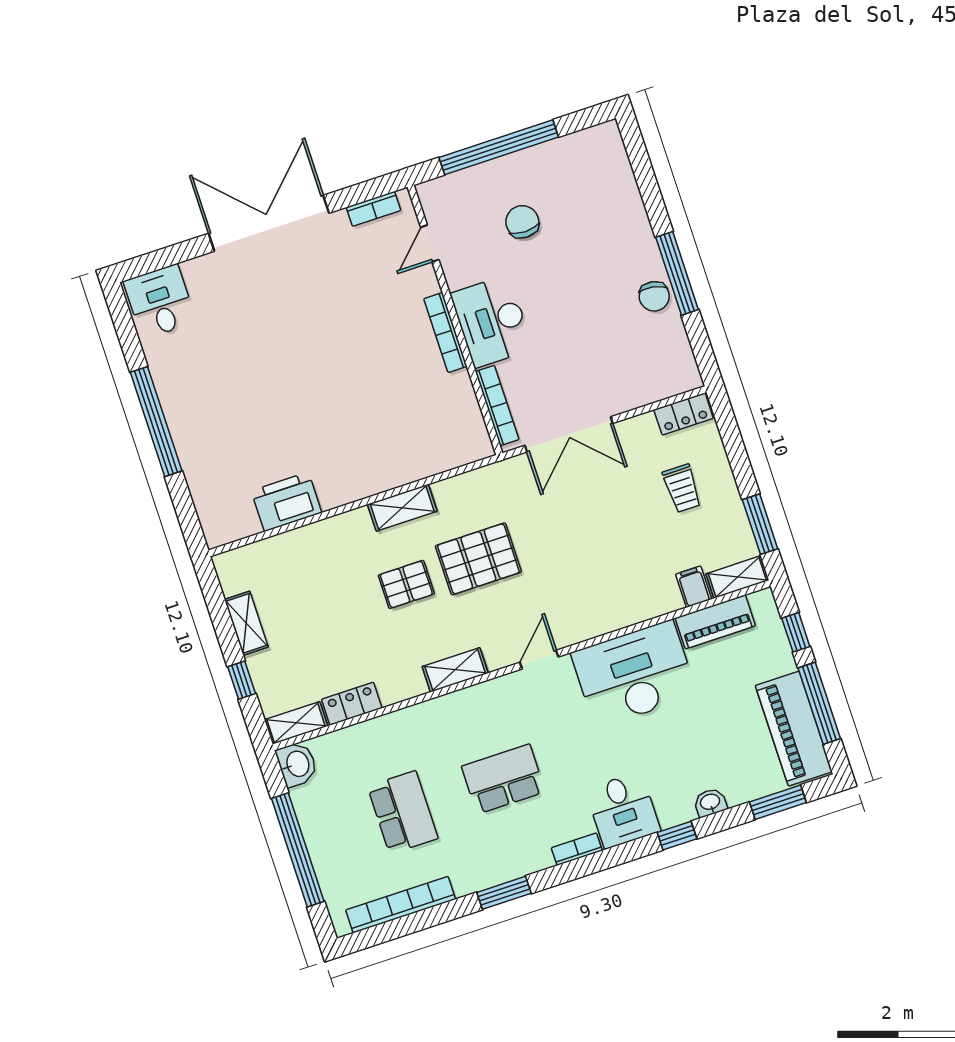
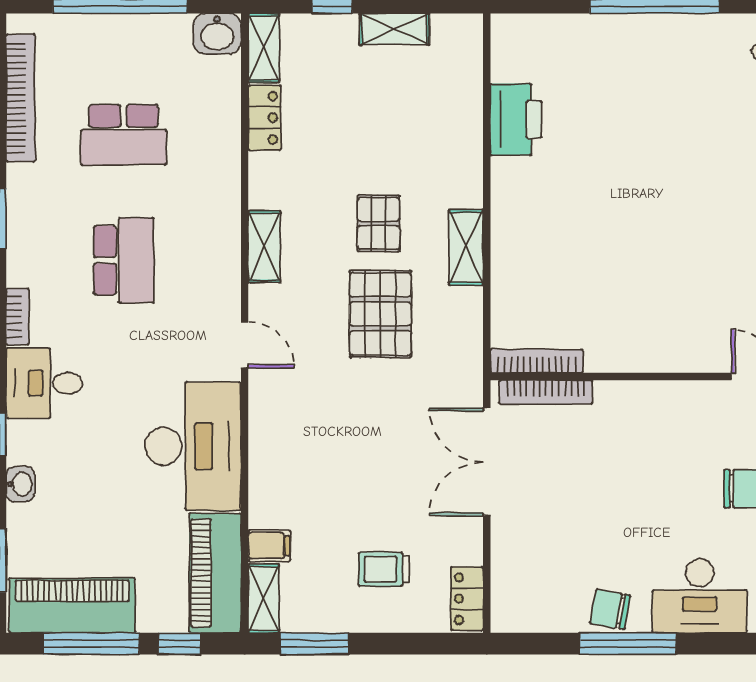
desk: (492, 321) -> (700, 596), moved, turned 180
bookcase: (445, 332) -> (537, 361), moved
piano: (715, 622) -> (215, 573), width x1.37, depth x1.33

